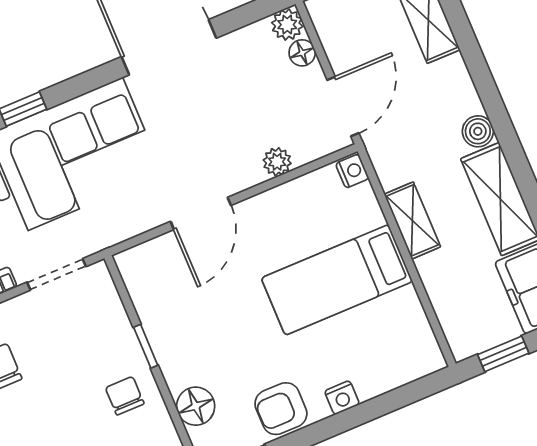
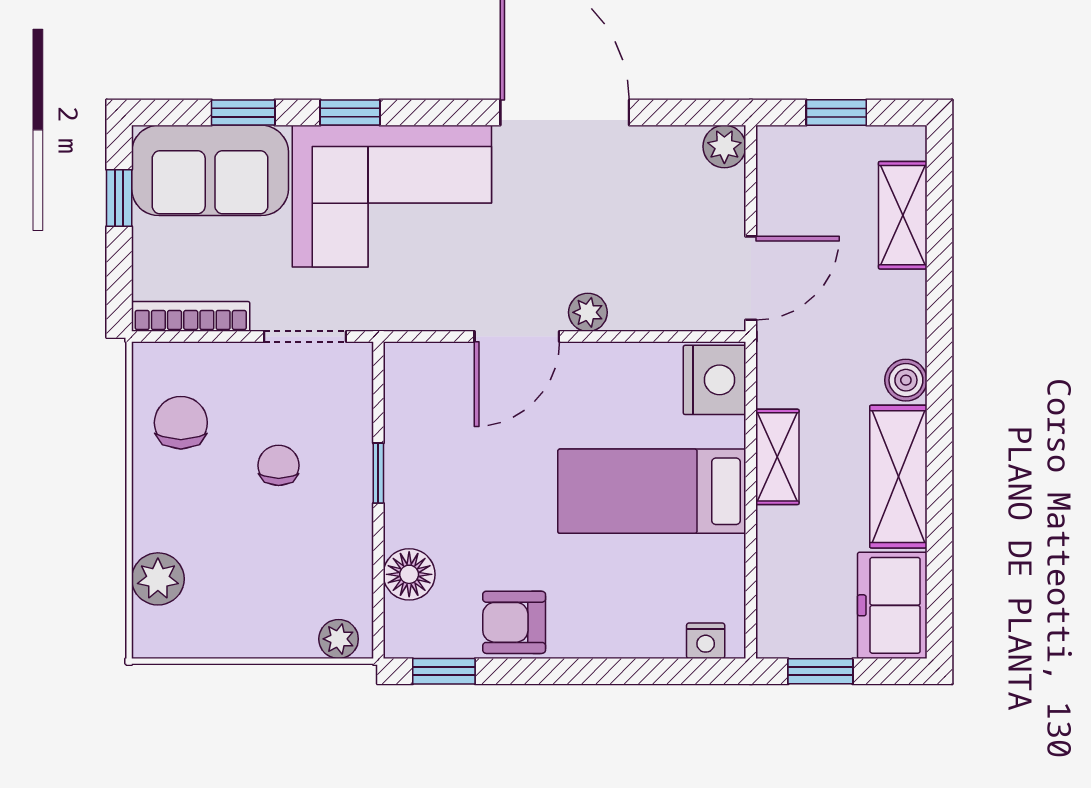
floor lamp: (302, 53) -> (728, 190), removed
plant: (277, 162) -> (588, 312), moved
nightstand: (352, 171) -> (714, 380), width x1.89, depth x1.79
chair: (125, 396) -> (279, 465), moved
nightstand: (342, 398) -> (706, 641), moved

